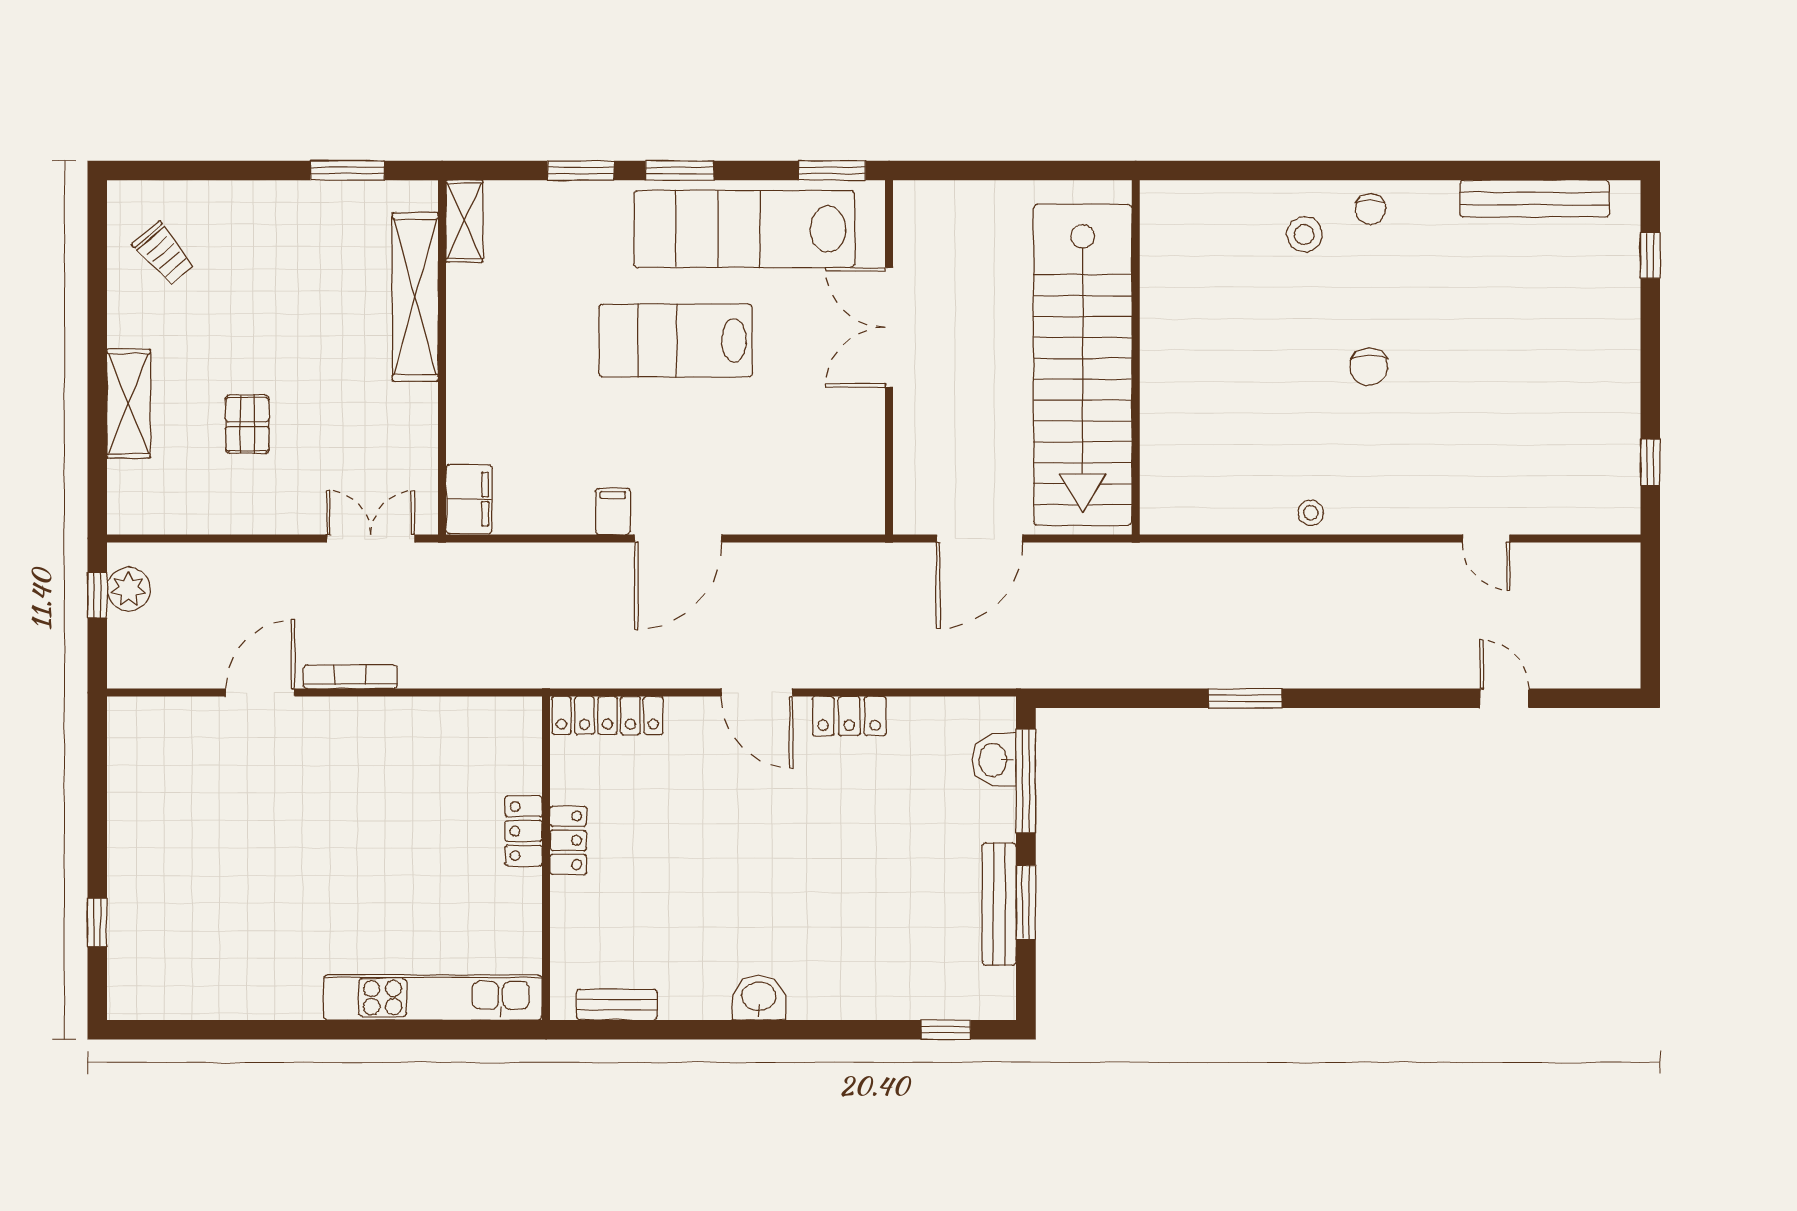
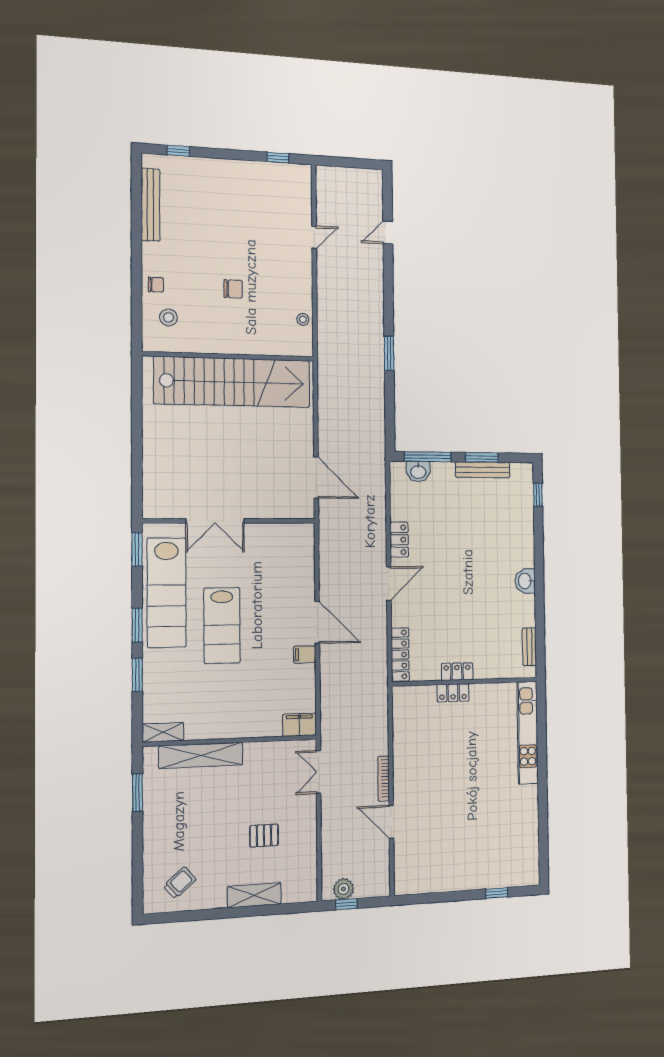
wall: (1136, 357) -> (229, 356), moved
stairs: (1083, 365) -> (233, 382), moved

